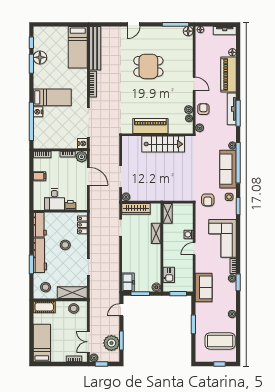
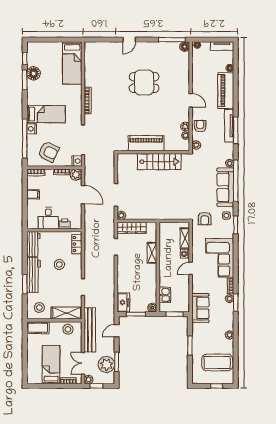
bench: (95, 48) -> (90, 330), moved
armchair: (55, 134) -> (49, 152), added
shelving: (168, 213) -> (185, 238), moved
bed: (42, 343) -> (51, 365), moved

